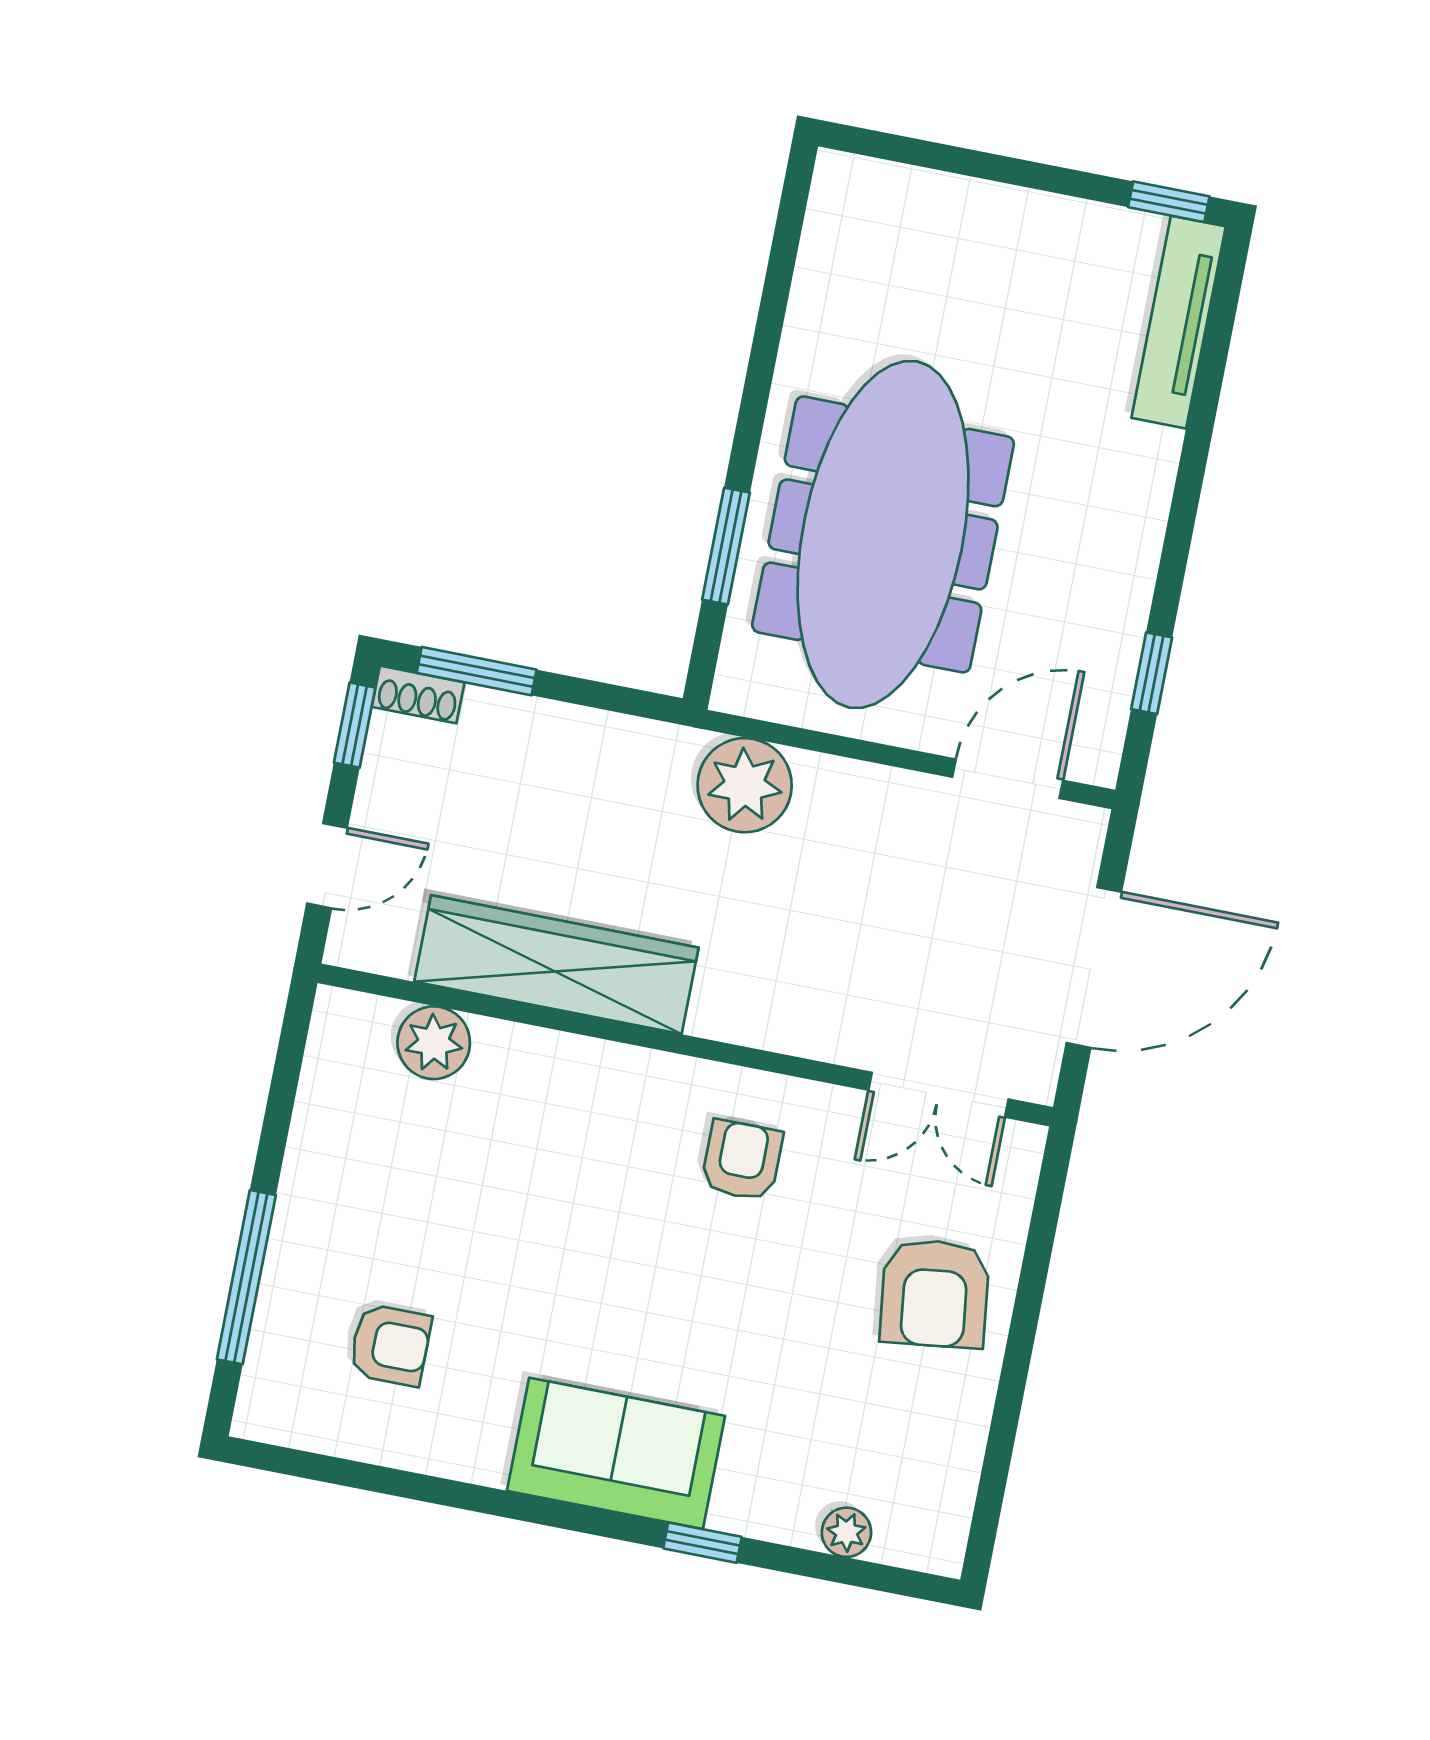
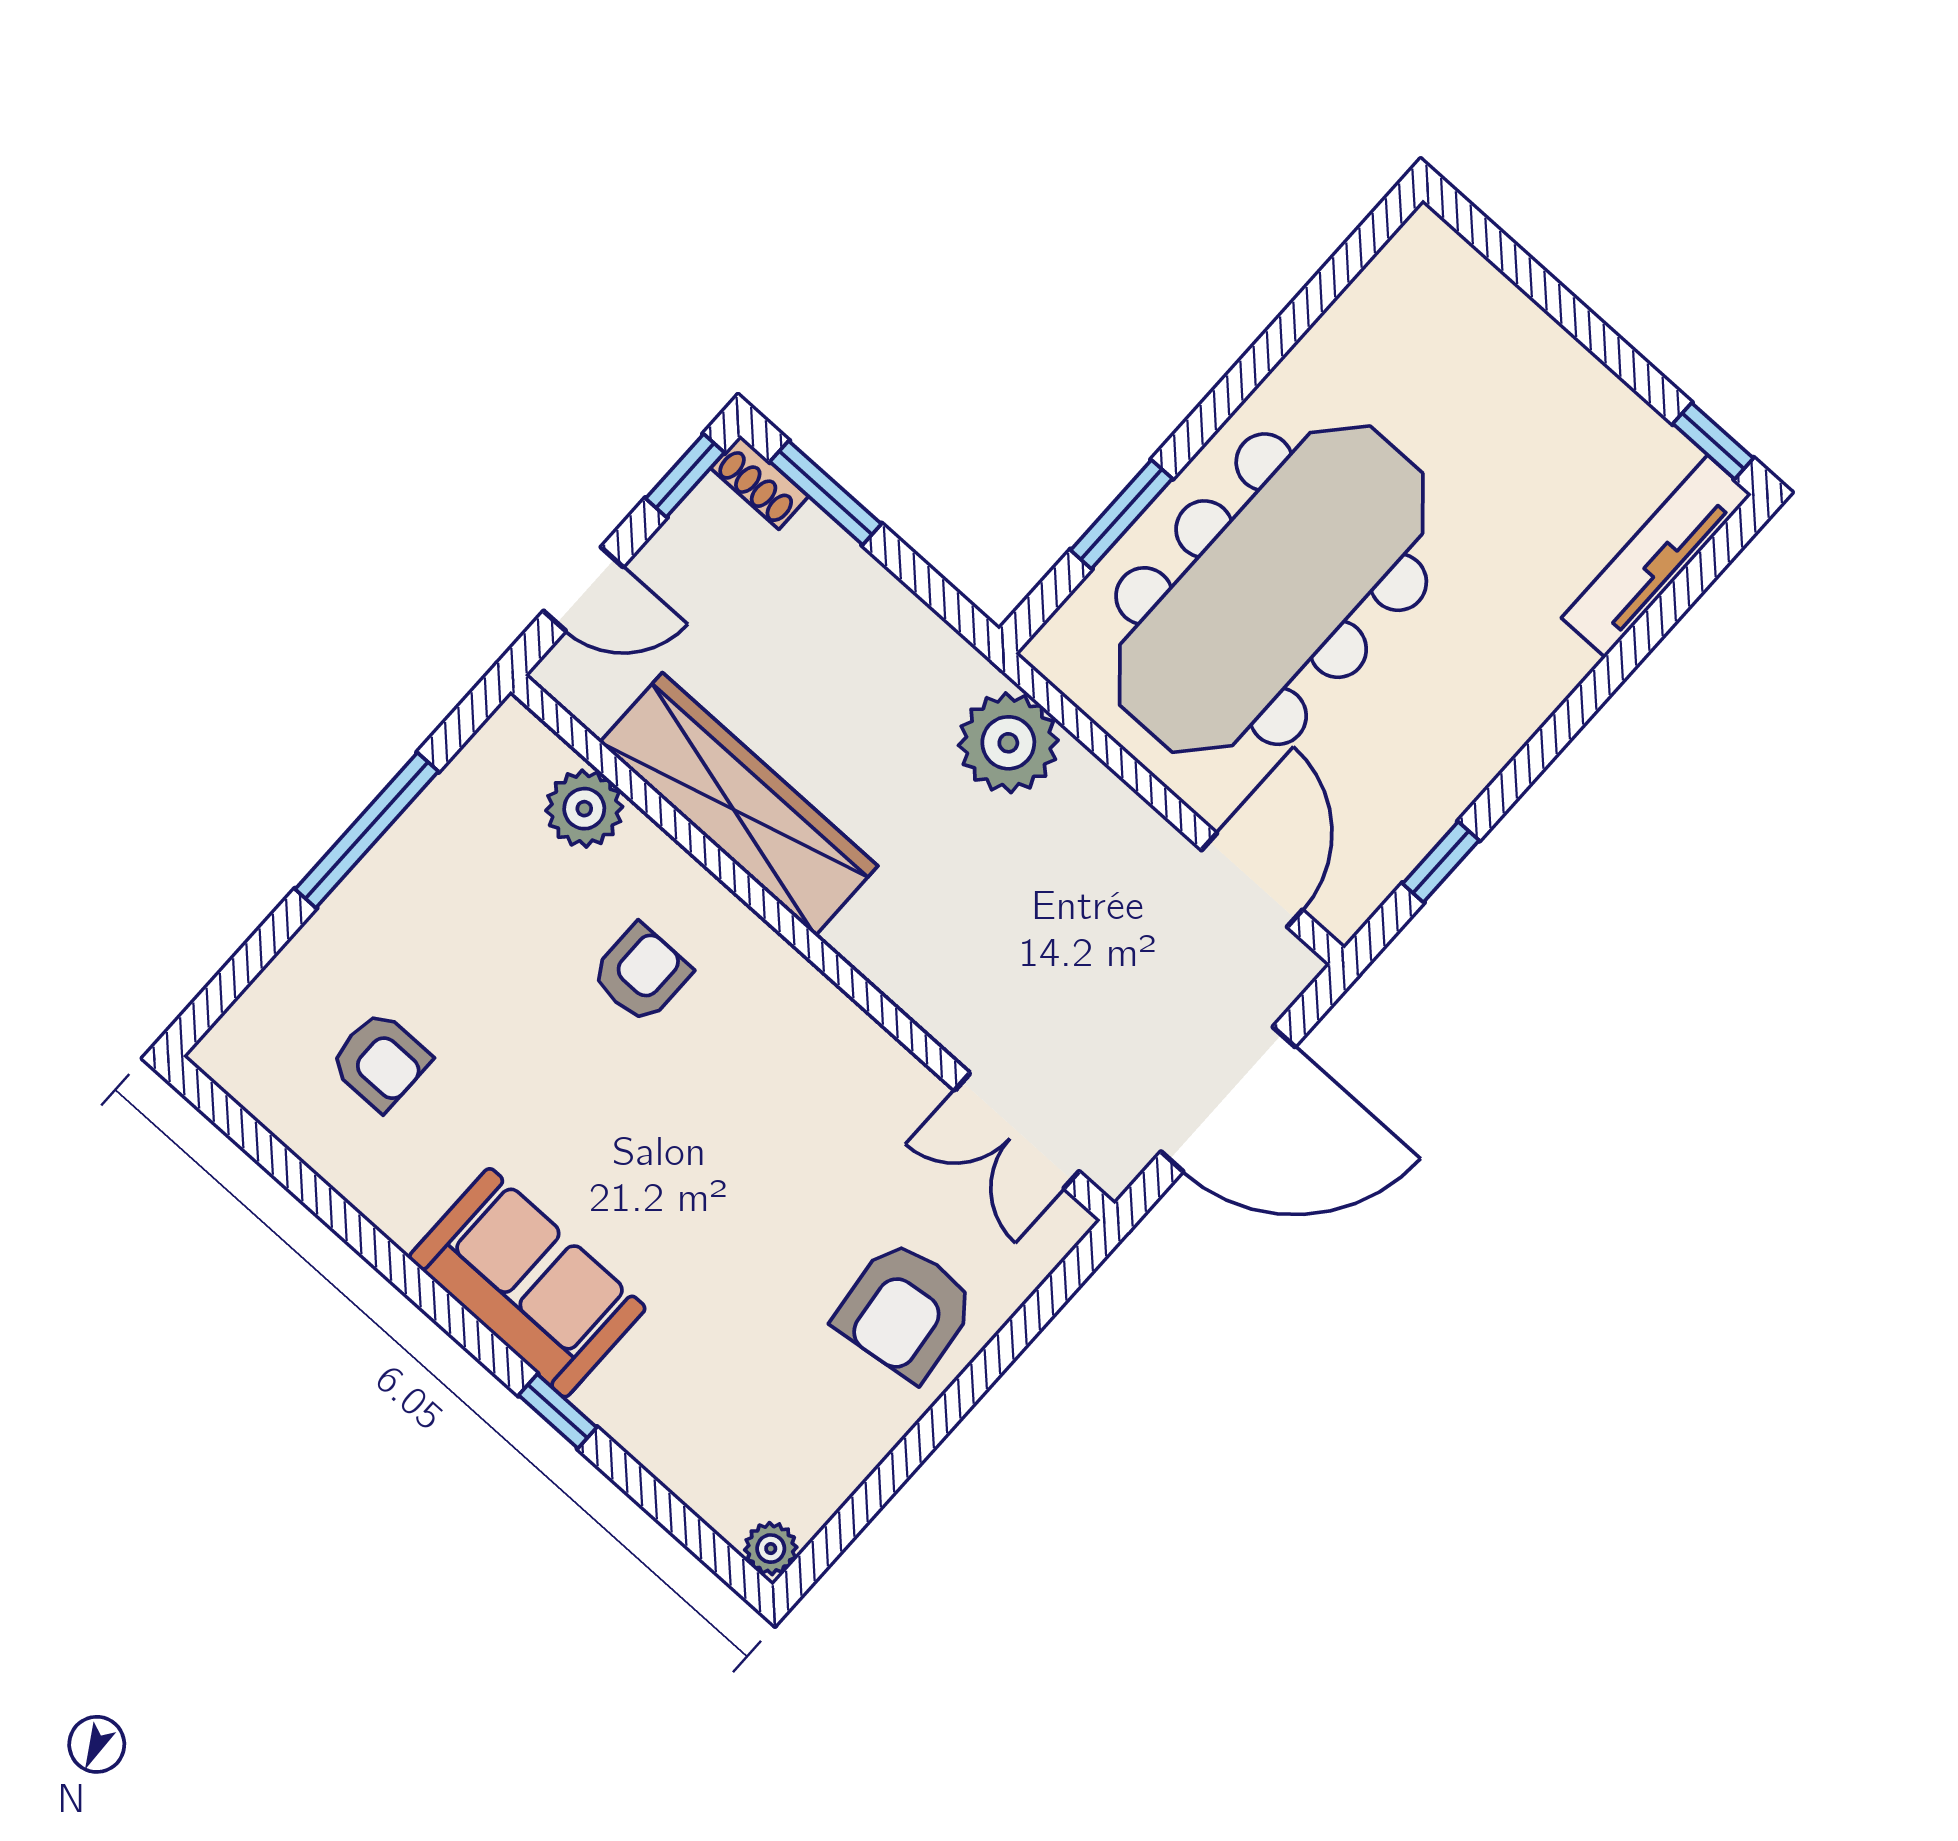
door: (1008, 779) -> (1252, 880), hinge flipped
armchair: (742, 1160) -> (641, 973), moved
window: (246, 1277) -> (367, 830), moved
plant: (846, 1532) -> (771, 1549), moved

